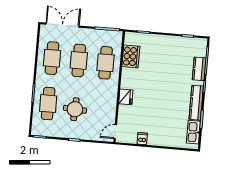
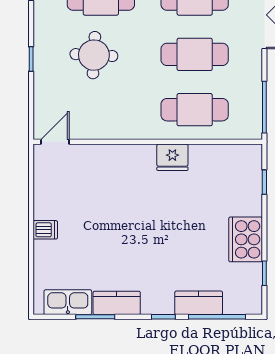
cooker: (131, 56) -> (246, 239), moved, turned 90
fridge: (126, 97) -> (172, 157), moved
kitchen counter: (196, 103) -> (117, 303), width x0.67
door: (115, 132) -> (55, 142), hinge flipped
dishwasher: (142, 139) -> (45, 230), moved

